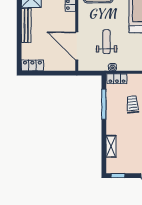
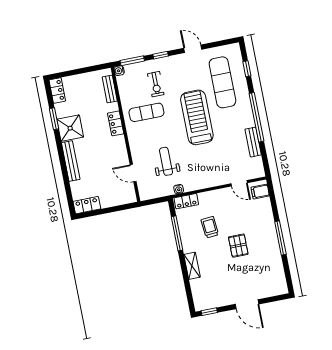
door: (77, 46) -> (133, 173), width x0.53
shelving: (111, 146) -> (192, 266), moved

